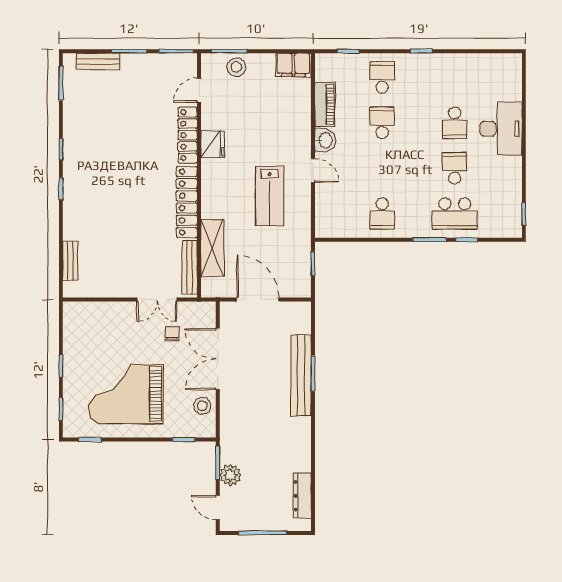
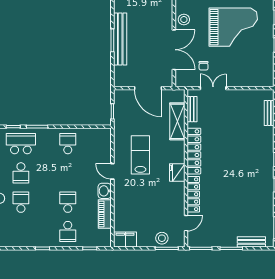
school desk: (382, 123) -> (68, 202), turned 180
fridge: (213, 145) -> (177, 172), moved
bench: (190, 267) -> (192, 109), width x0.73

